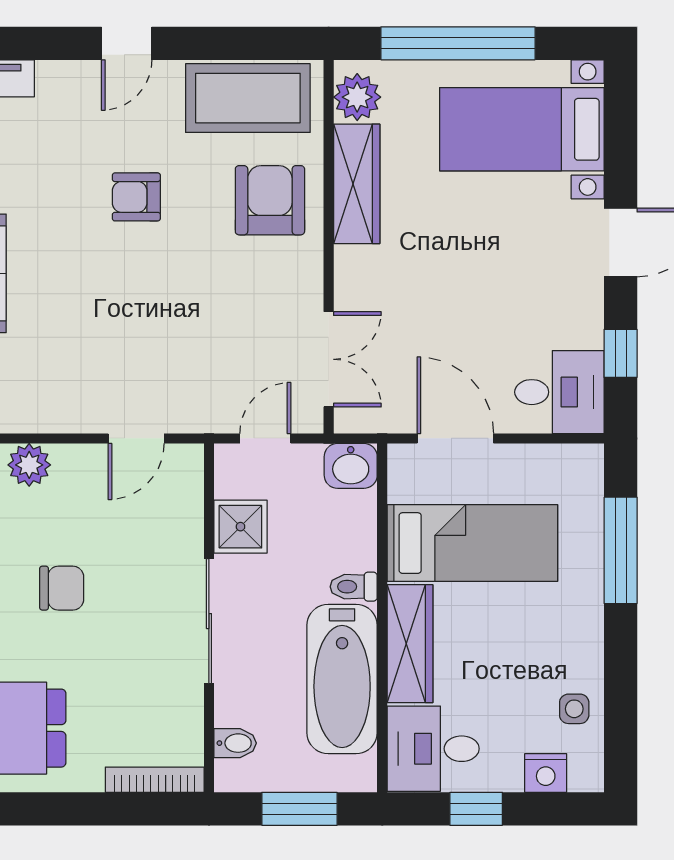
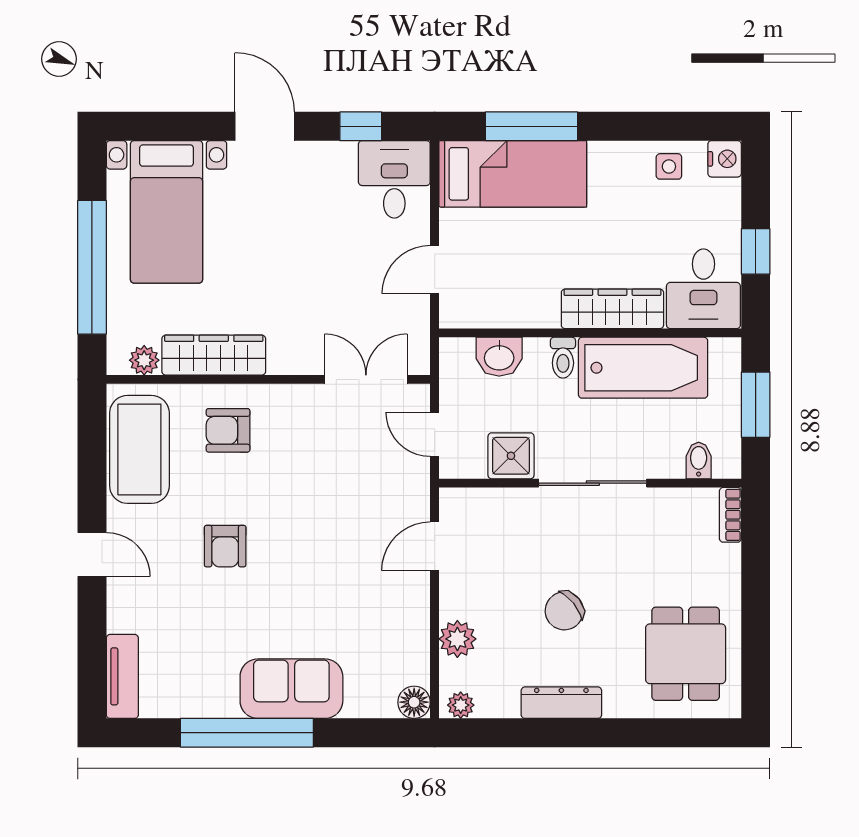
plant: (357, 97) -> (144, 360), width x0.73, depth x0.73
armchair: (270, 200) -> (228, 430), width x0.72, depth x0.72
door: (136, 438) -> (435, 546), swing flipped
door: (455, 438) -> (435, 270), width x0.73
washbasin: (351, 466) -> (499, 357), moved, turned 90
bed: (472, 543) -> (513, 174), moved, turned 90
chair: (62, 588) -> (564, 611), turned -129
nightstand: (546, 773) -> (725, 159), moved
bookcase: (155, 780) -> (730, 515), width x0.64

